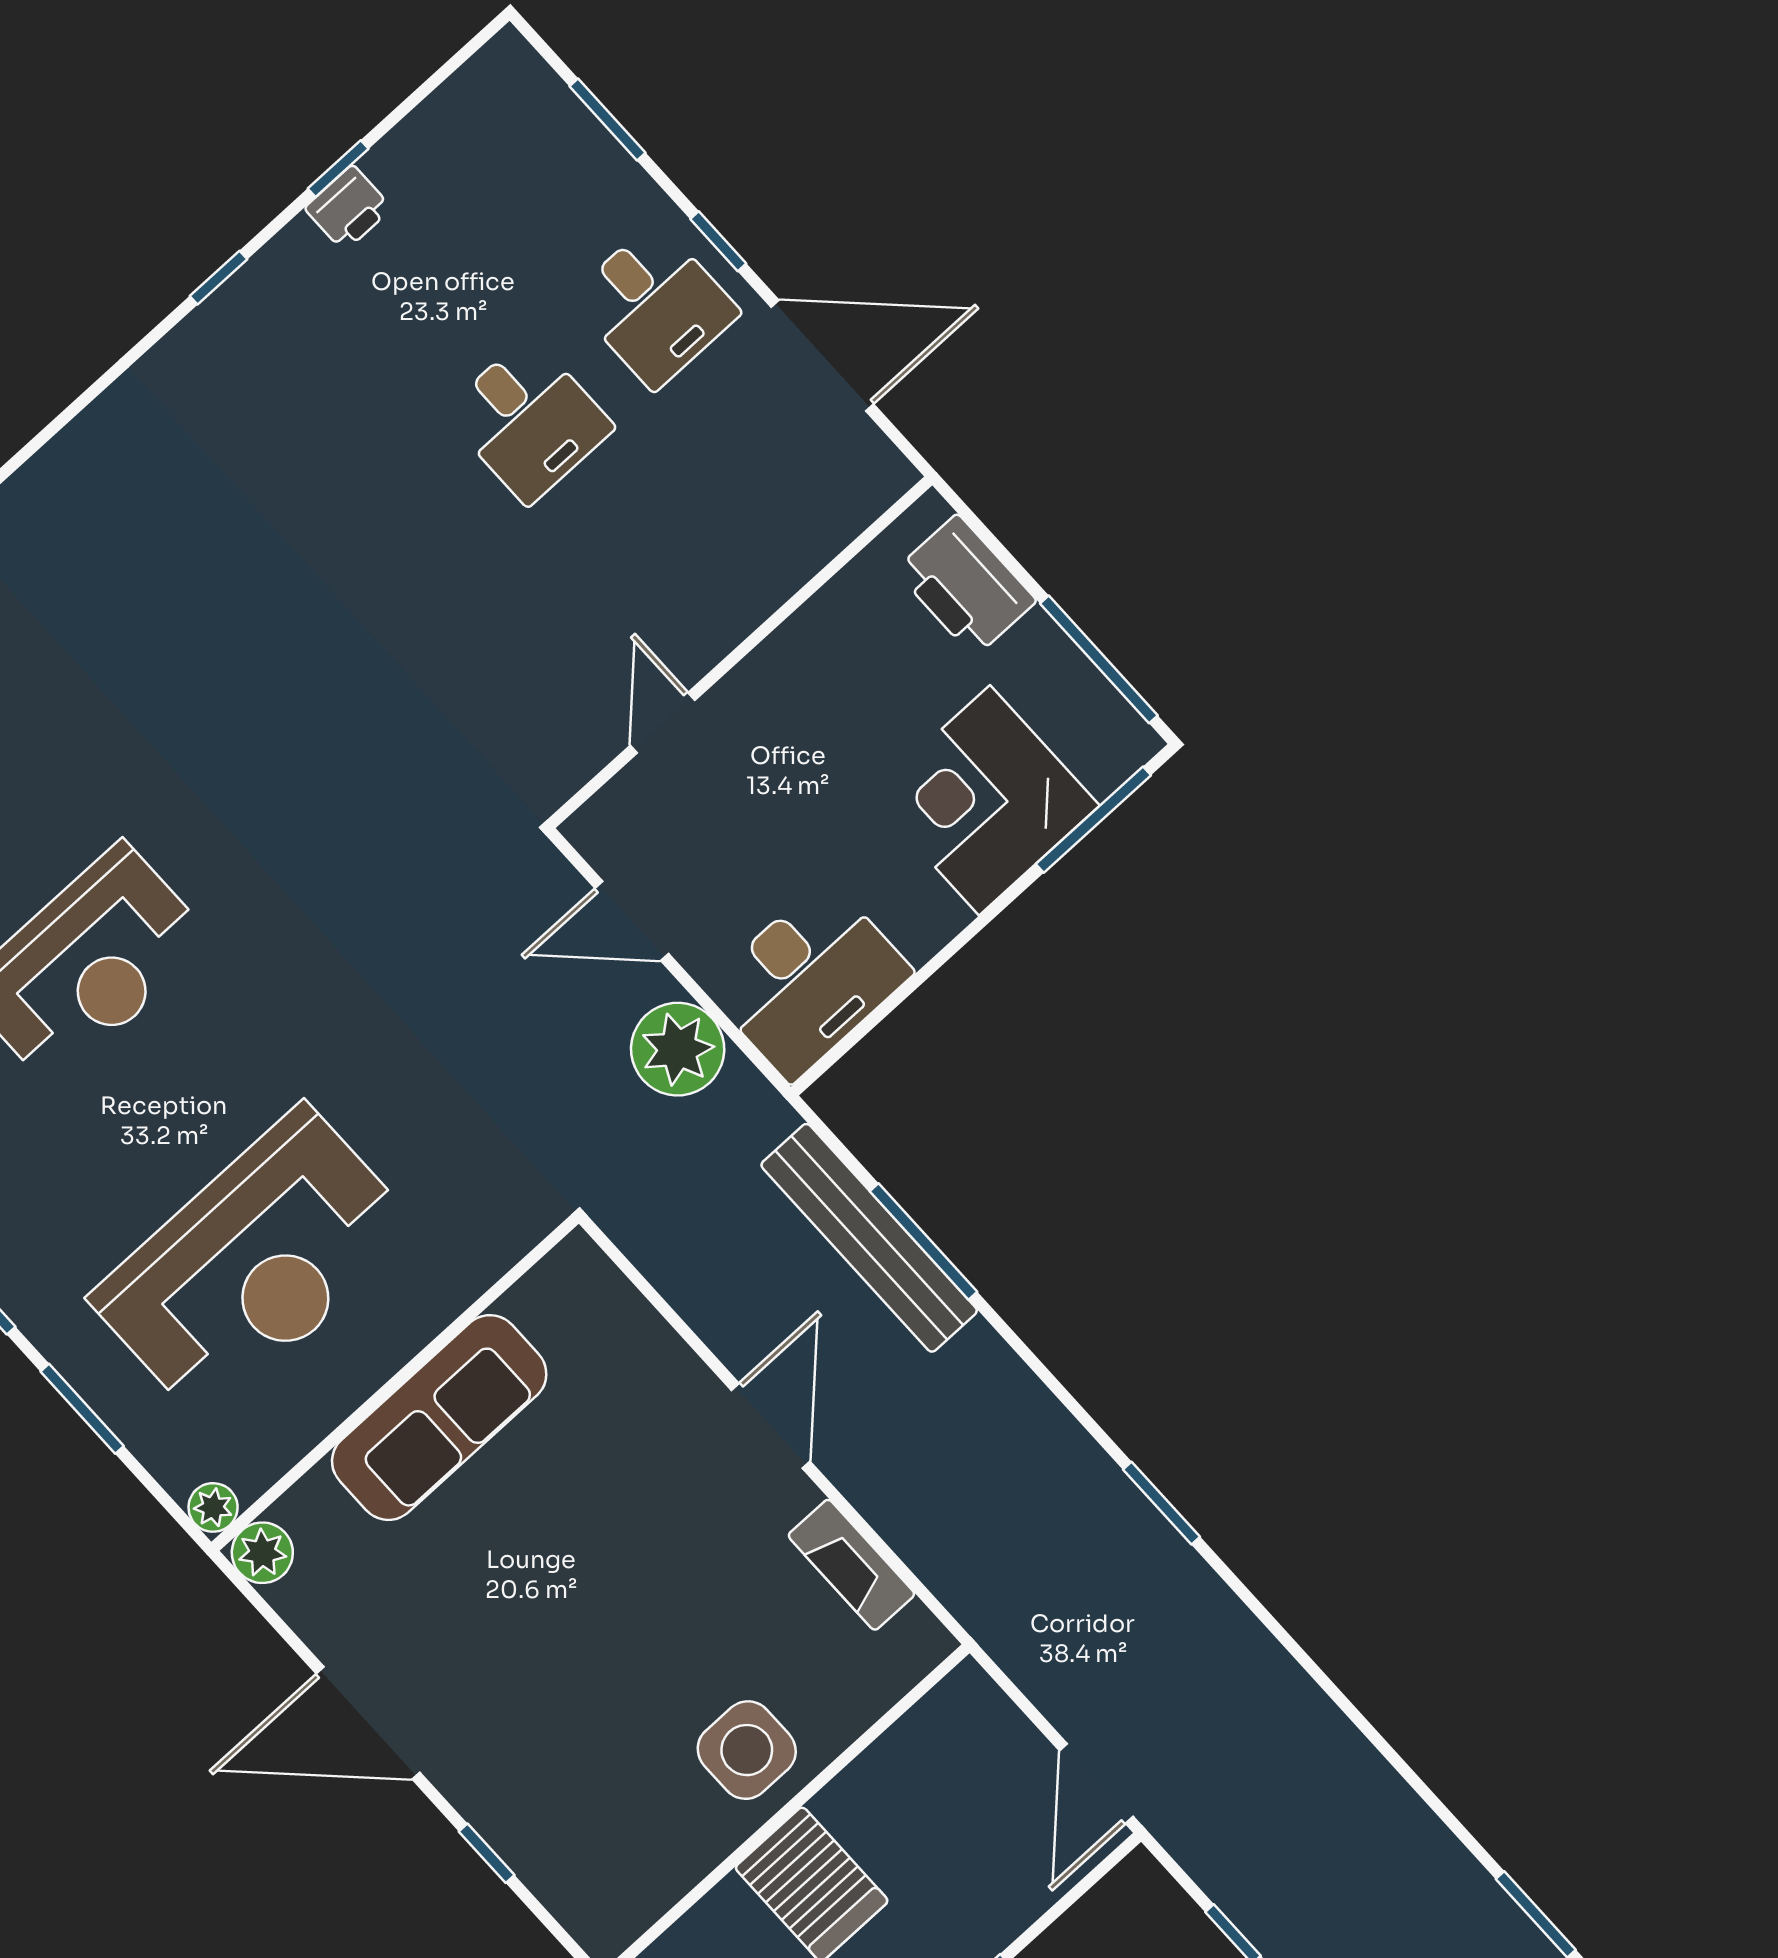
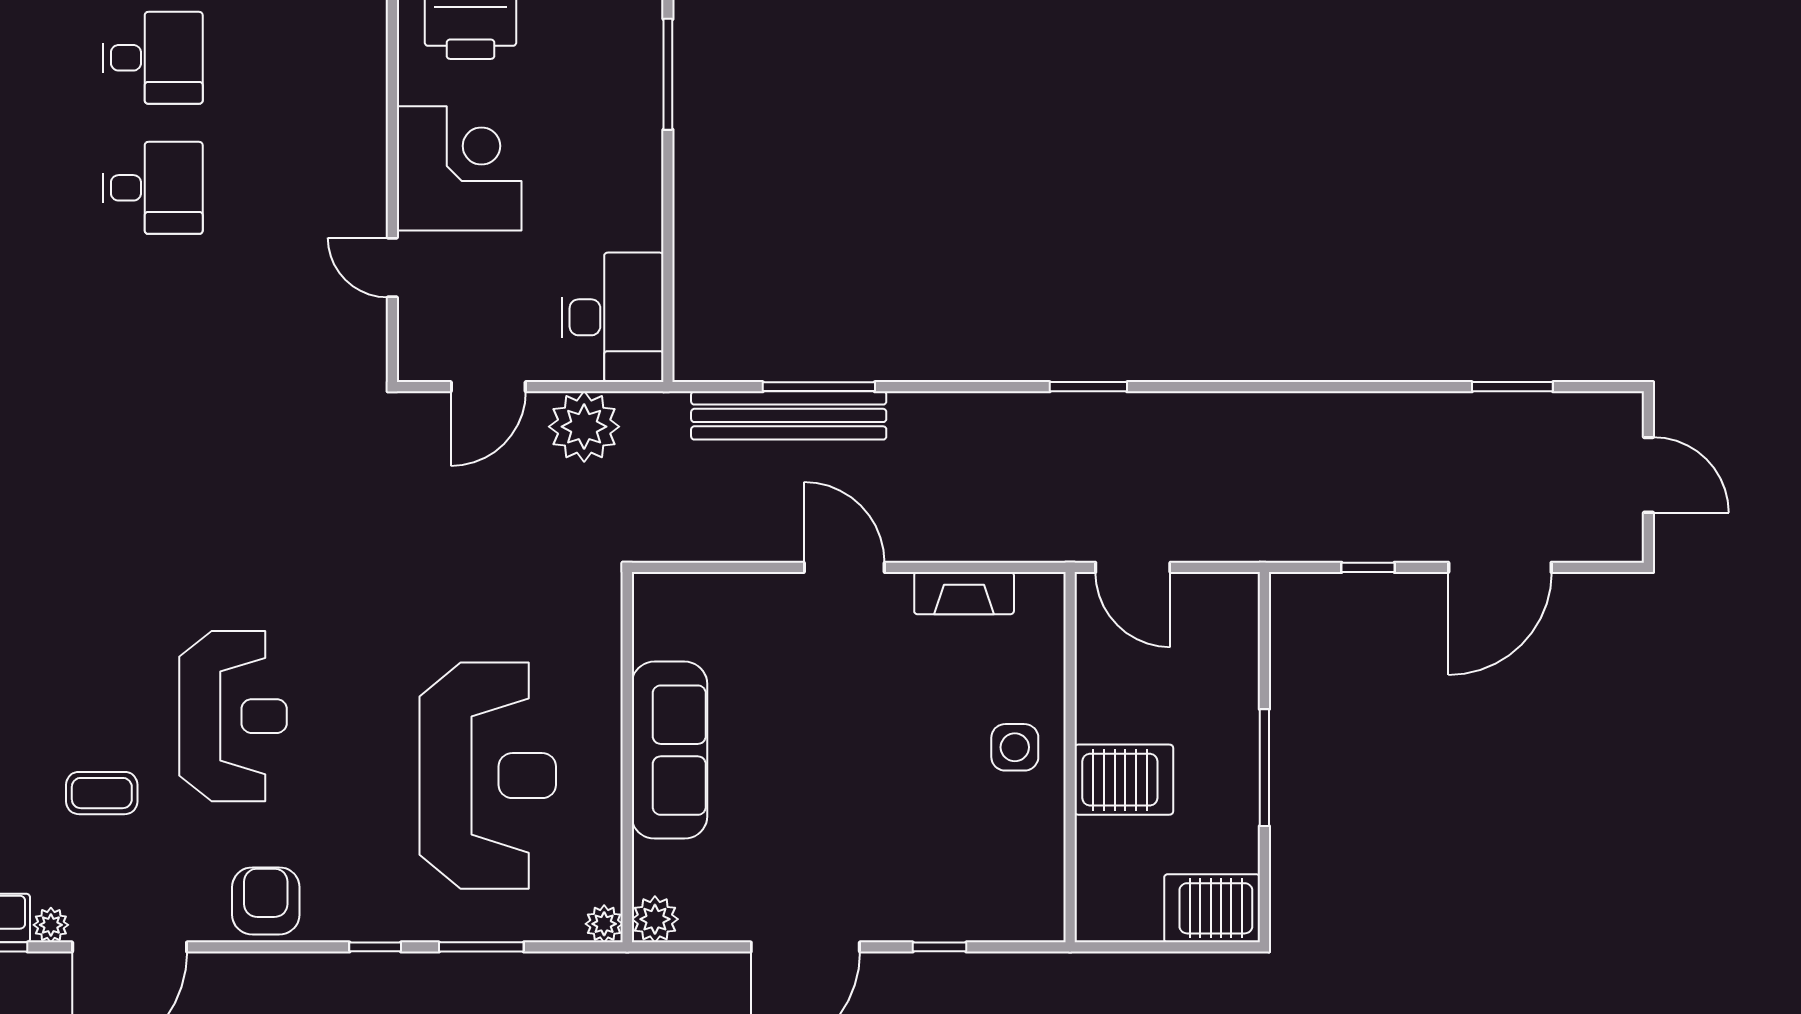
corner desk: (984, 800) -> (459, 168), moved, turned 180
side table: (747, 1750) -> (1015, 747), width x0.73, depth x0.73
door: (1096, 1784) -> (1133, 567), moved

